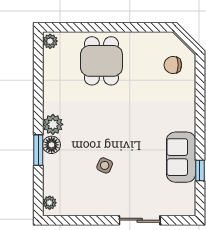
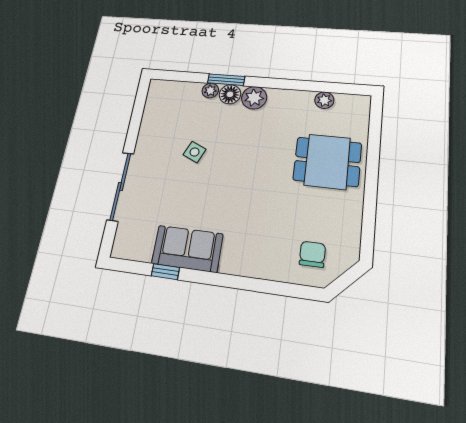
plant: (50, 41) -> (324, 100), moved
plant: (50, 203) -> (210, 91), moved
sliding door: (140, 220) -> (120, 186), width x1.37

